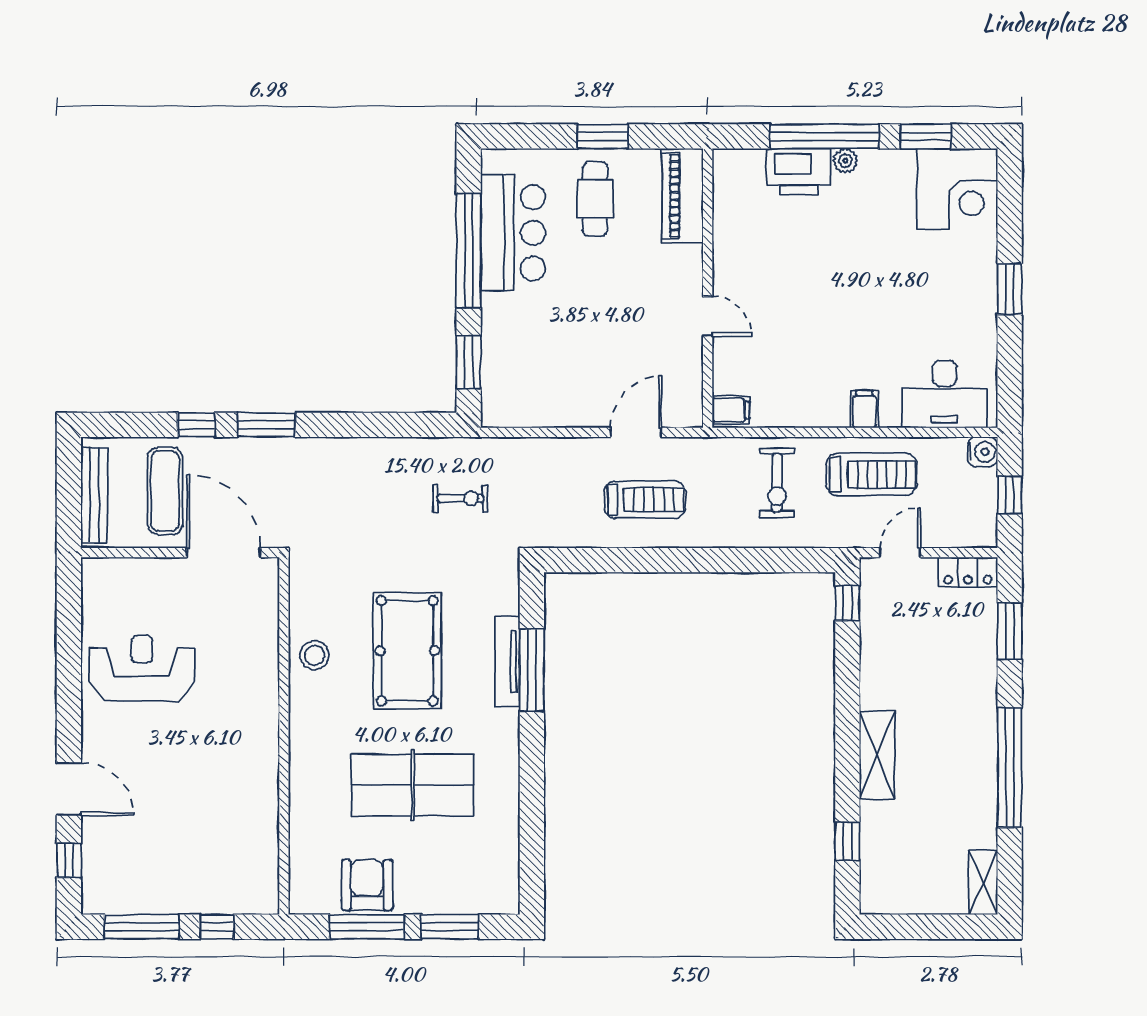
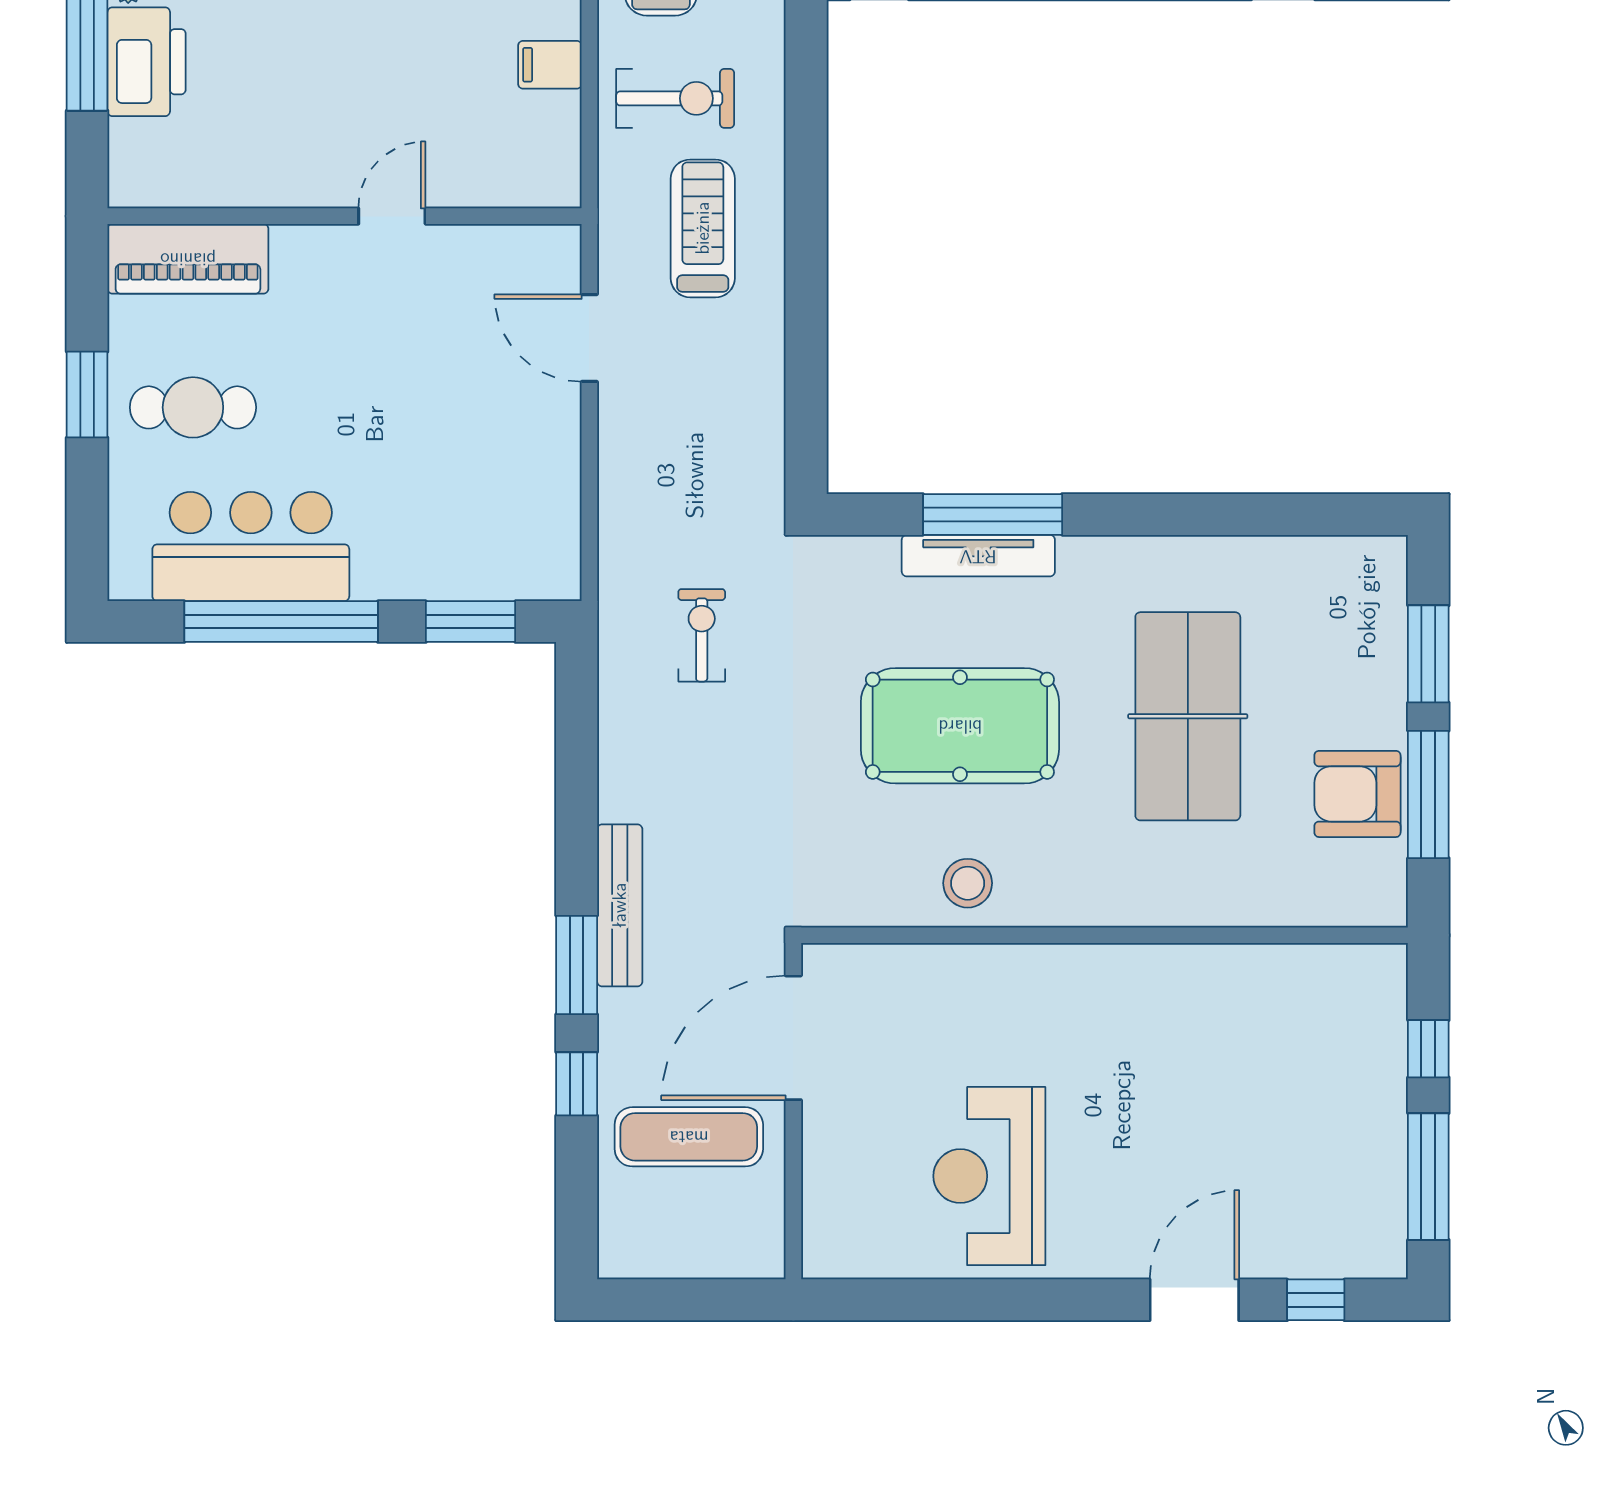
filing cabinet: (731, 410) -> (550, 65), moved, turned -90
bench: (94, 495) -> (620, 905), moved, turned 90
treadmill: (645, 500) -> (703, 228), moved

